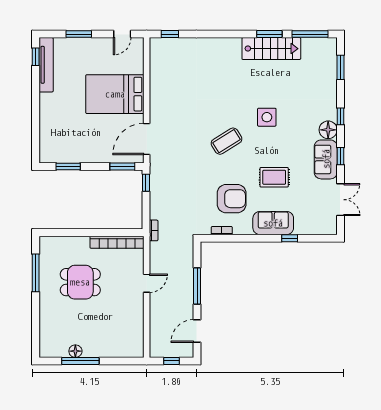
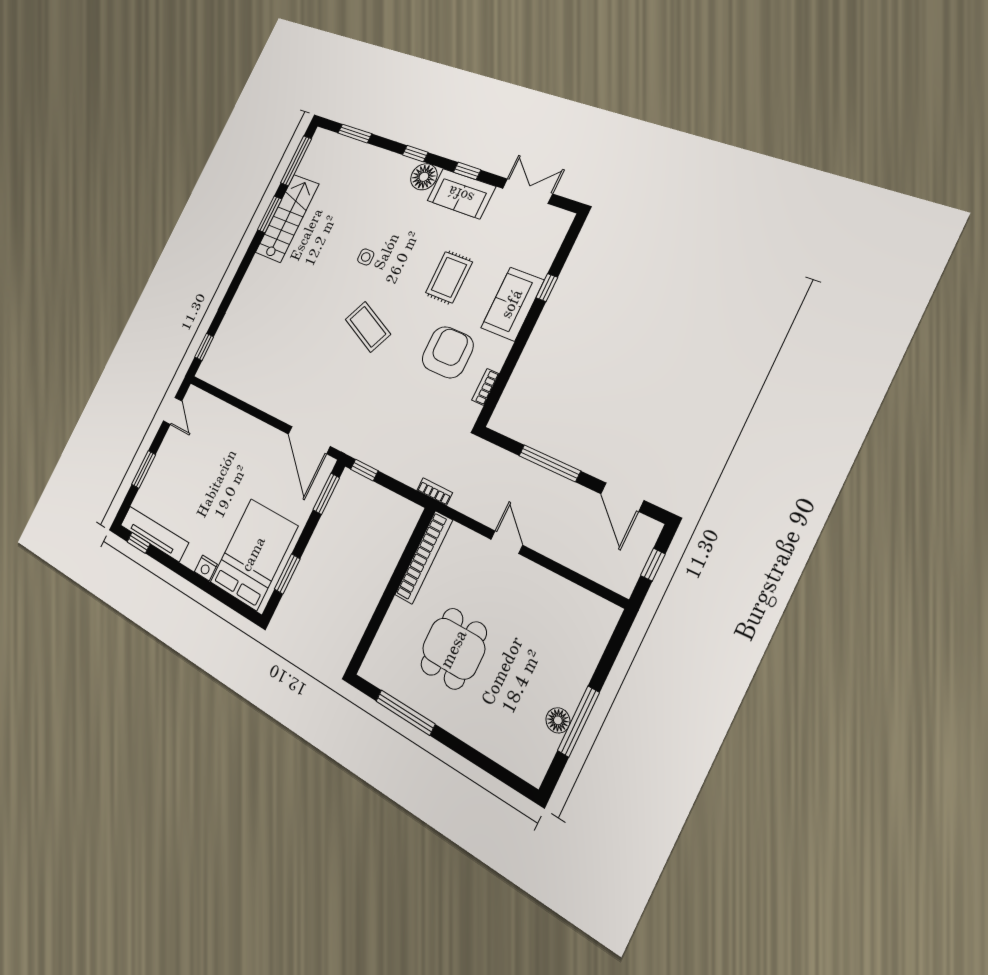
bed: (115, 94) -> (254, 554), moved, turned 180
nightstand: (45, 112) -> (206, 568), added
side table: (267, 117) -> (366, 257), width x0.54, depth x0.54
coffee table: (226, 141) -> (368, 327), turned -33

